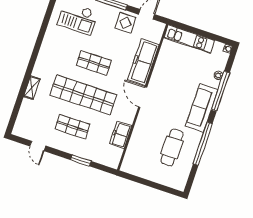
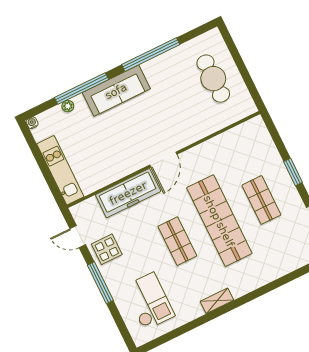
shelving: (32, 88) -> (217, 301), moved
freezer: (121, 135) -> (222, 145), removed
cafe table: (172, 147) -> (213, 79), moved, turned 90
window: (81, 160) -> (293, 172), moved

